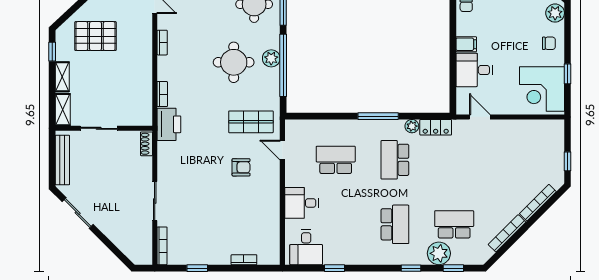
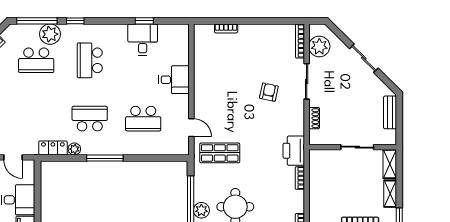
shoe rack: (146, 144) -> (314, 118), moved
bench: (62, 160) -> (390, 112), width x0.73
school desk: (395, 160) -> (90, 119), turned -90
armchair: (241, 167) -> (269, 92), moved, turned 102
sliding door: (78, 213) -> (364, 58), moved
plant: (141, 240) -> (319, 46), added
desk: (306, 247) -> (143, 40), moved
window: (197, 268) -> (268, 21), removed
window: (453, 268) -> (37, 21), width x2.17

